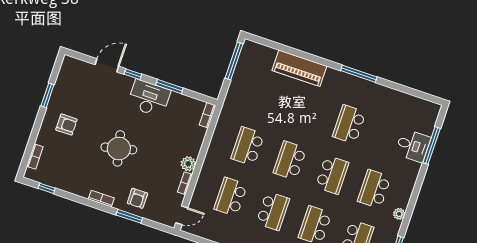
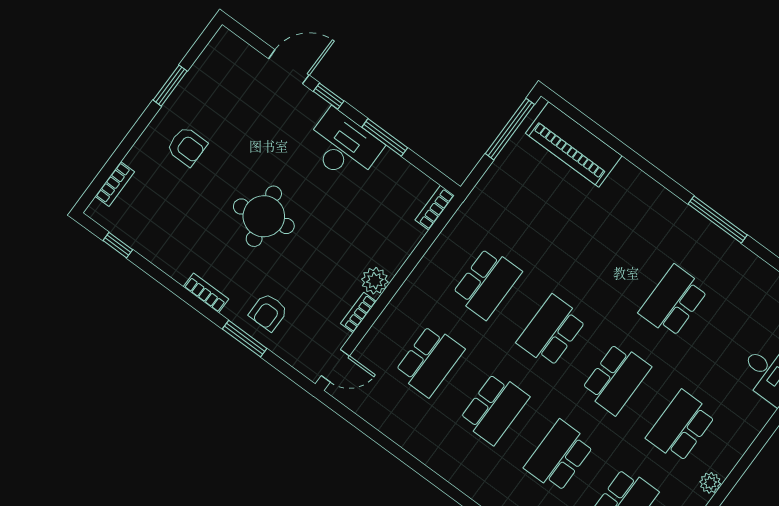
piano: (299, 68) -> (574, 144), moved
school desk: (248, 146) -> (487, 283), turned 180
school desk: (231, 197) -> (430, 361), turned 180

